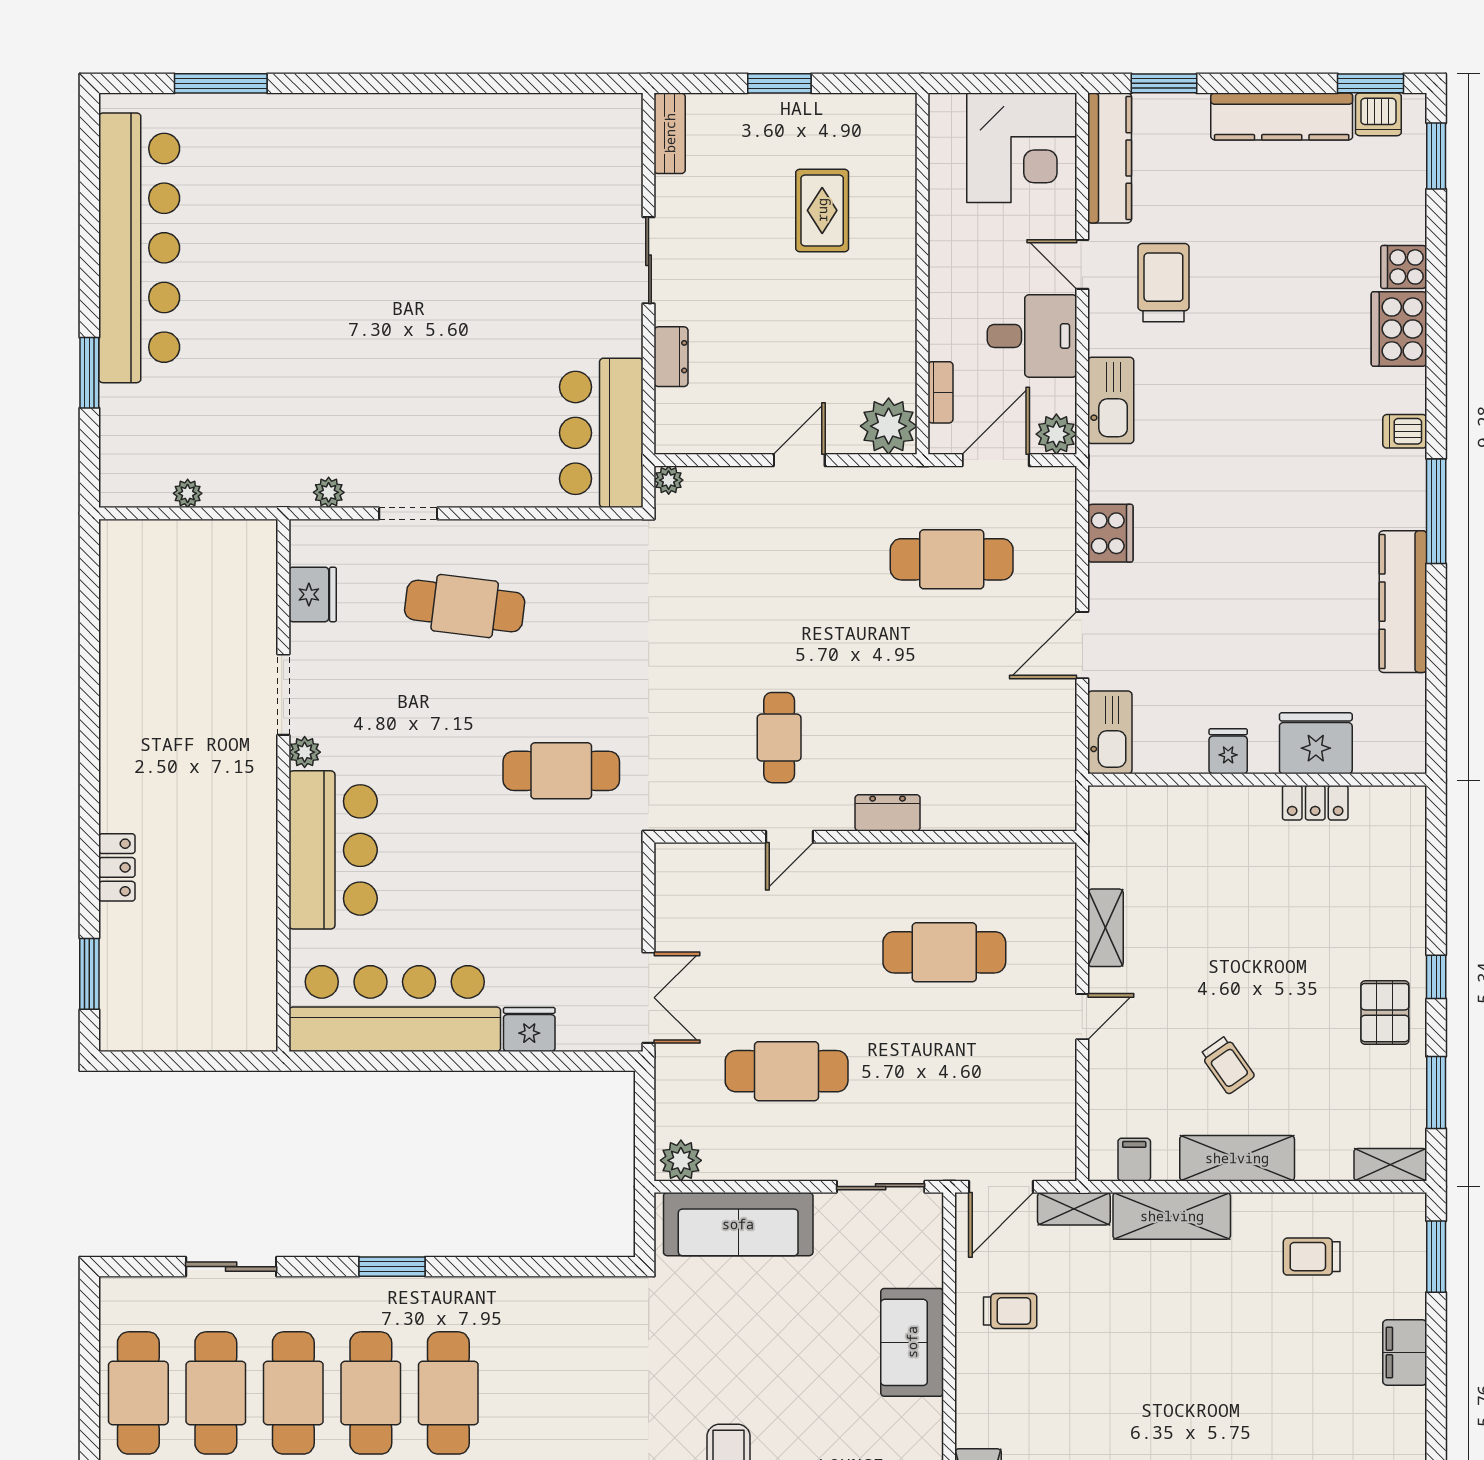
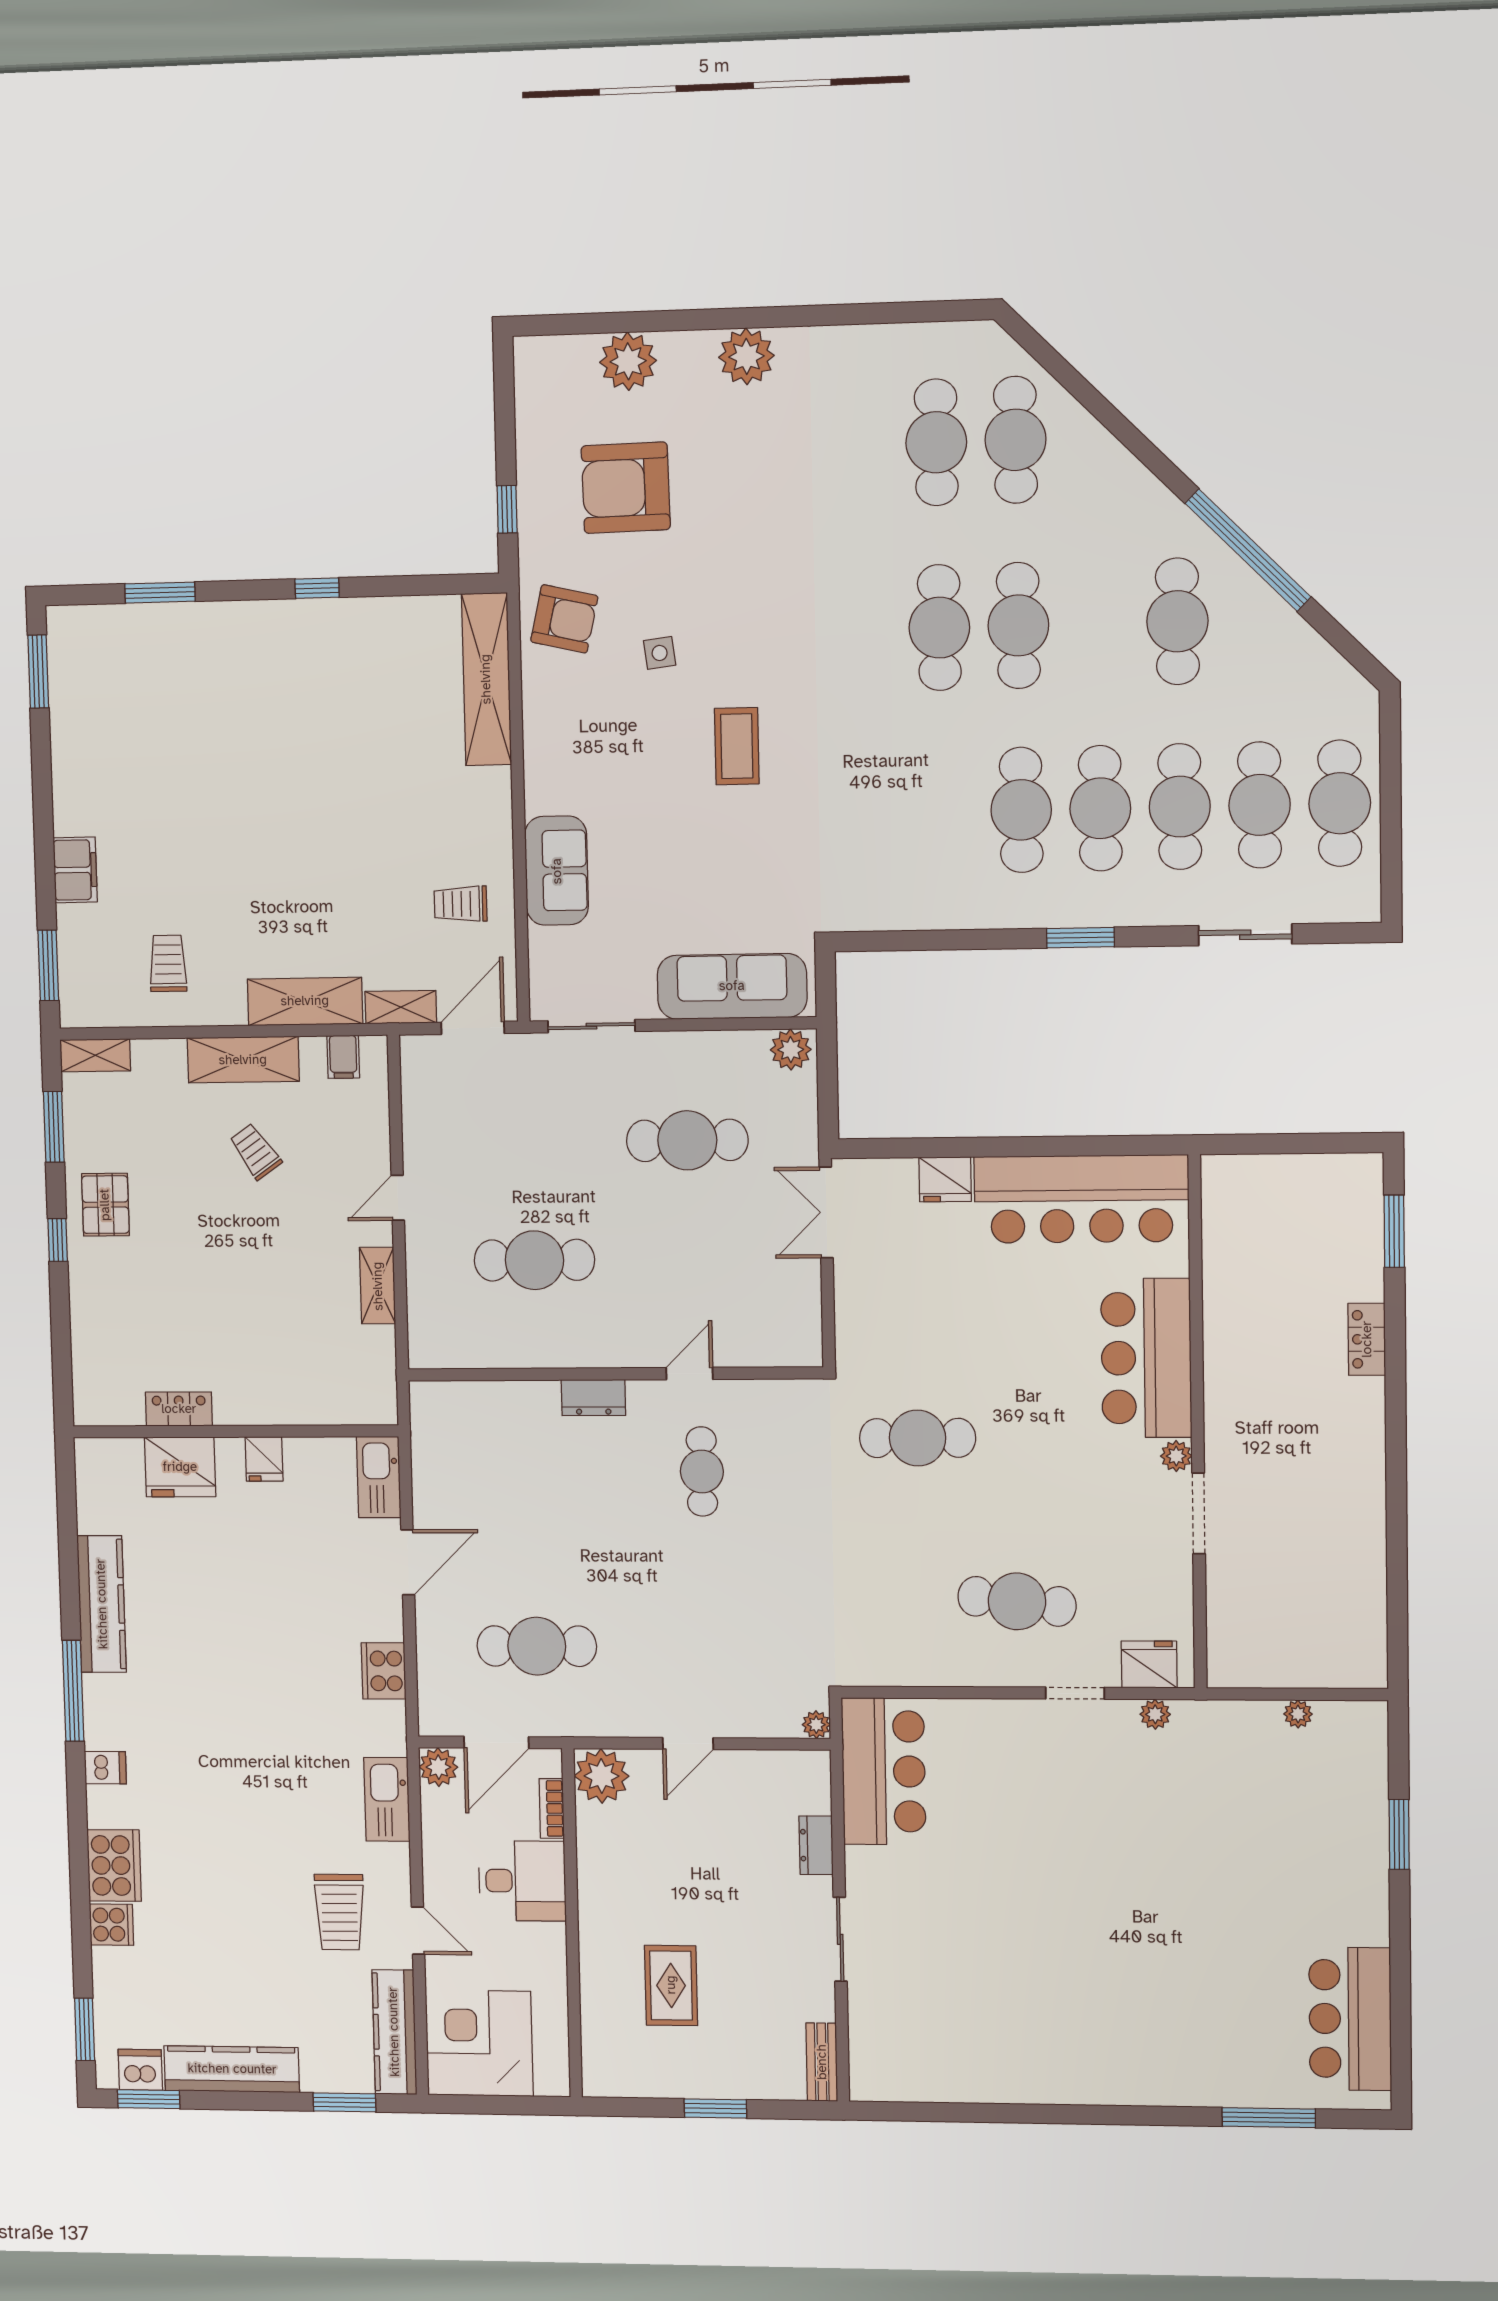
bar counter: (139, 248) -> (1350, 2019), width x0.54
desk: (1032, 336) -> (522, 1881), moved, turned 180
fridge: (313, 594) -> (1149, 1664), moved, turned 90
trolley: (1312, 1257) -> (168, 963), turned -90

